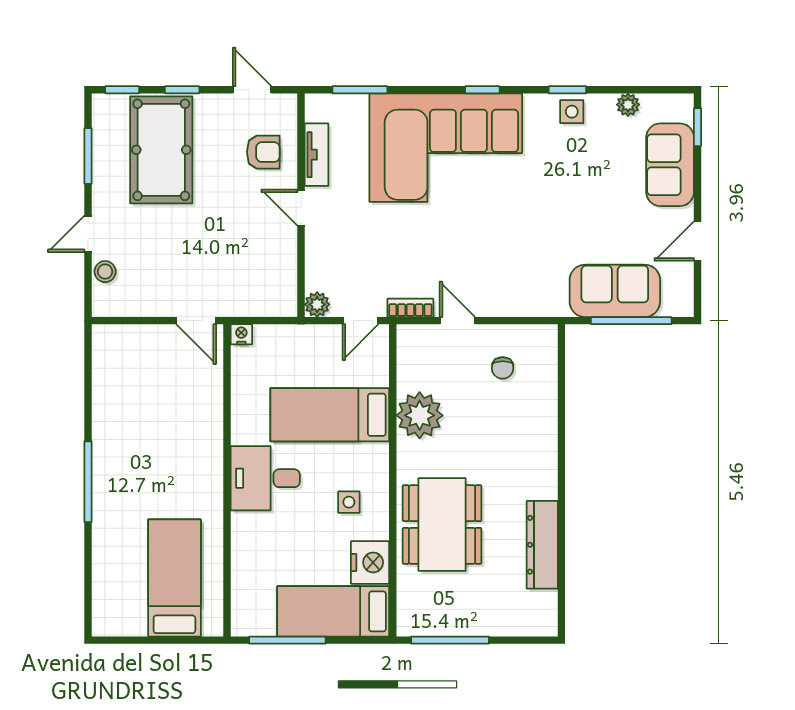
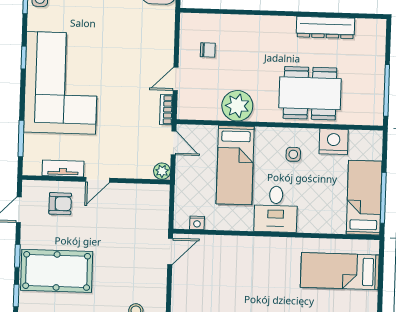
armchair: (263, 152) -> (60, 204), turned 90
nightstand: (241, 334) -> (197, 223), moved, turned -90
bed: (333, 611) -> (364, 198), moved, turned 180

